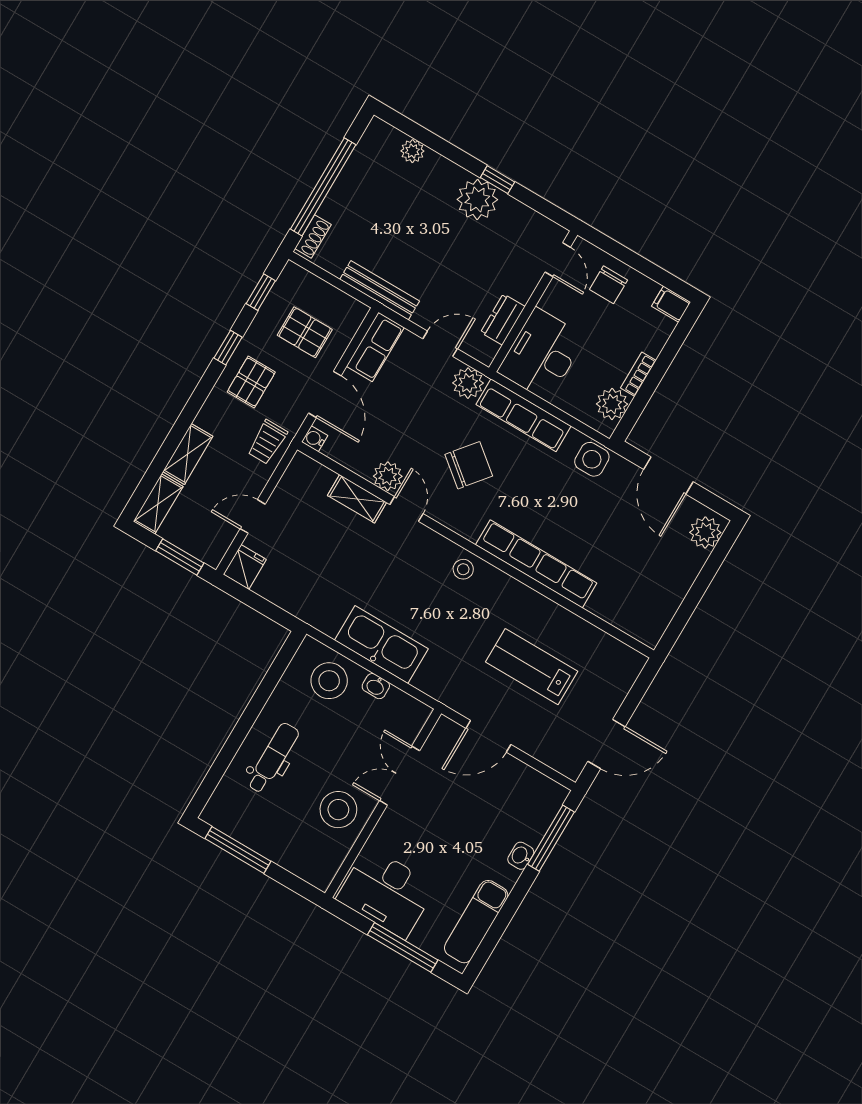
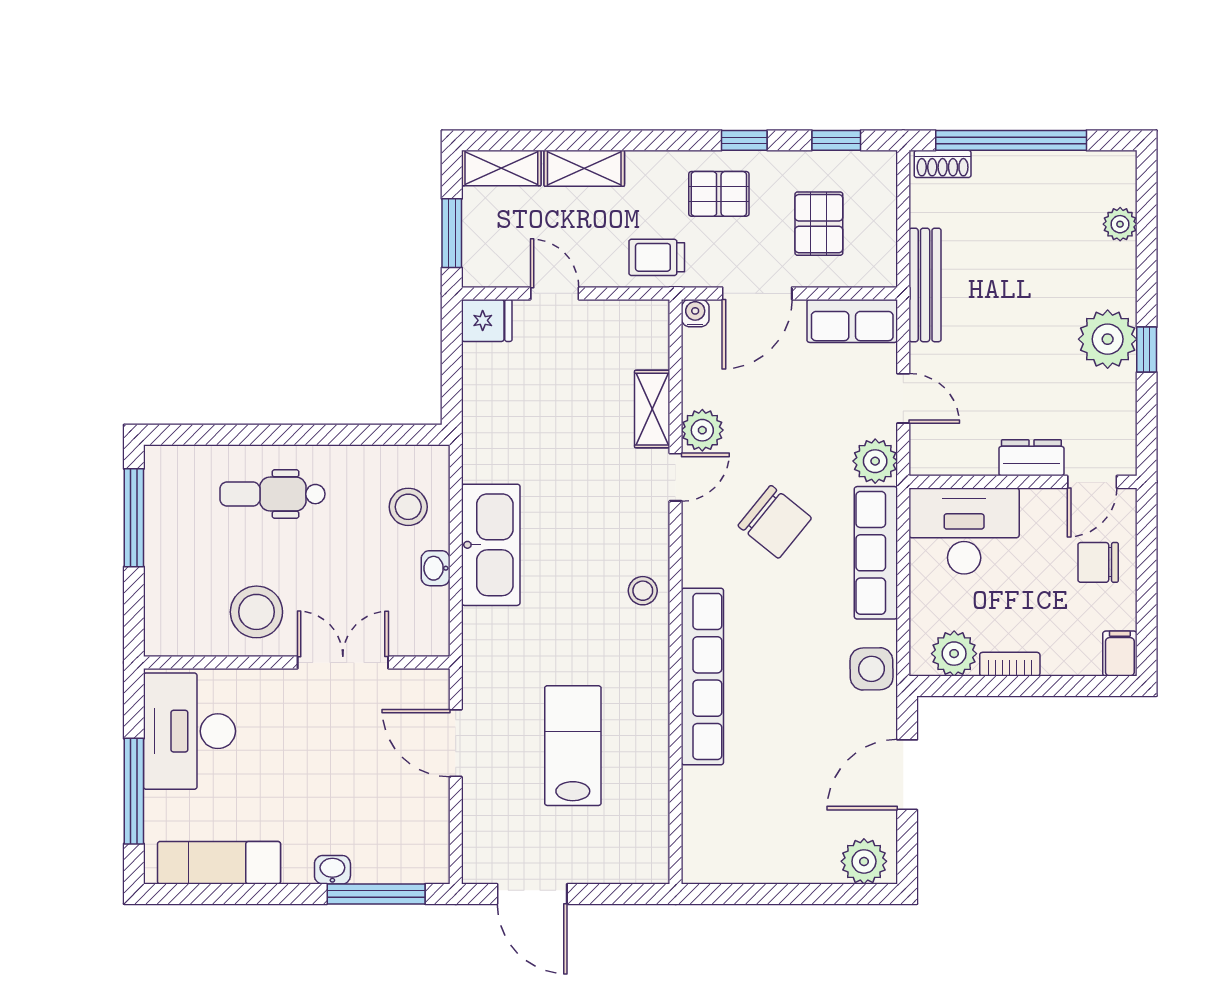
dresser: (503, 319) -> (1031, 458), moved
stool: (329, 681) -> (408, 507), width x0.73, depth x0.73
dental chair: (273, 758) -> (272, 494), turned 180

